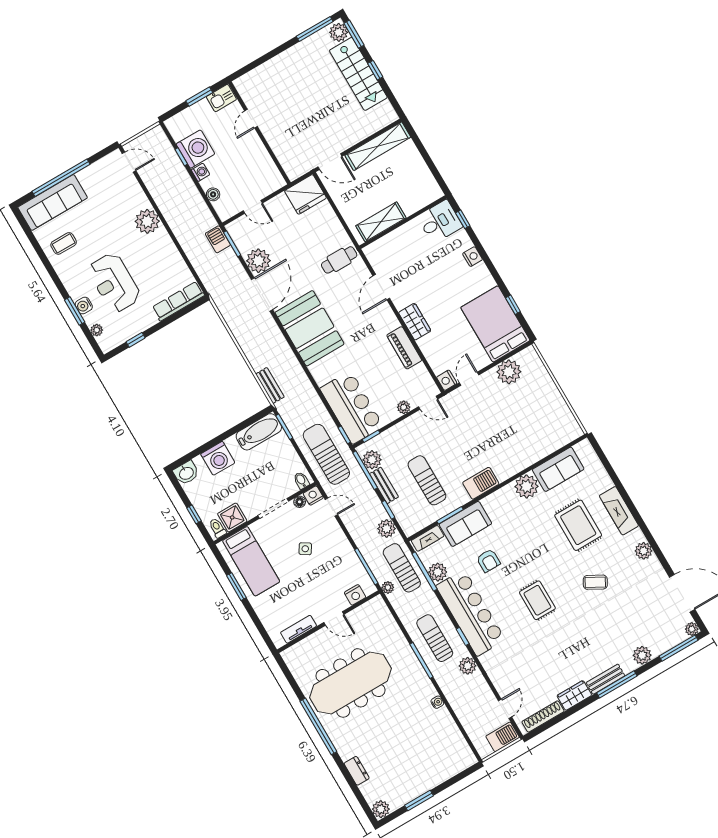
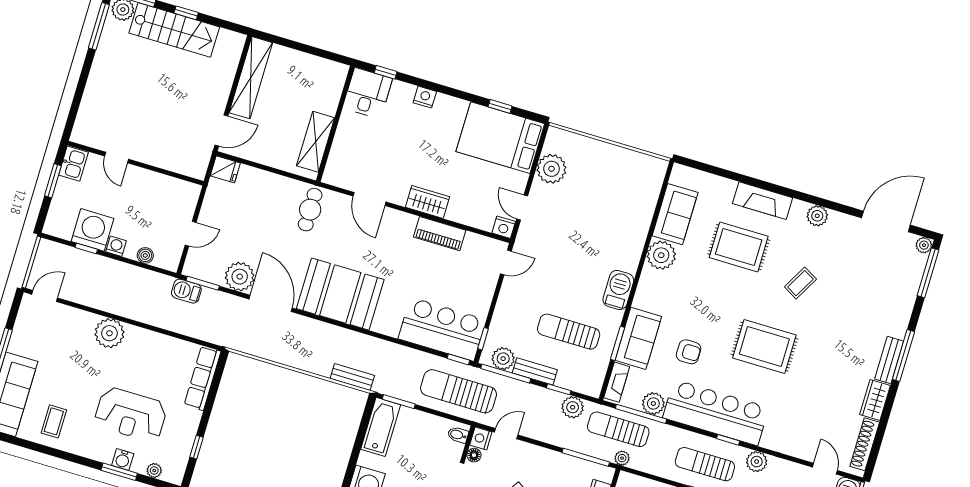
fridge: (305, 194) -> (225, 169), width x0.53, depth x0.75
plant: (404, 407) -> (488, 286), removed
rug: (537, 600) -> (764, 346), width x1.36, depth x1.43
plant: (642, 655) -> (902, 309), removed

